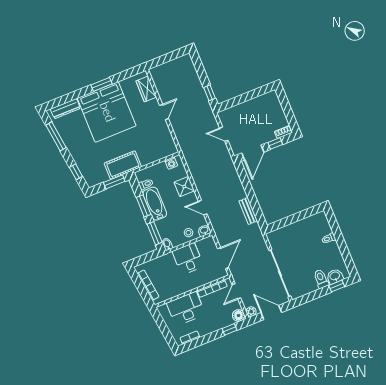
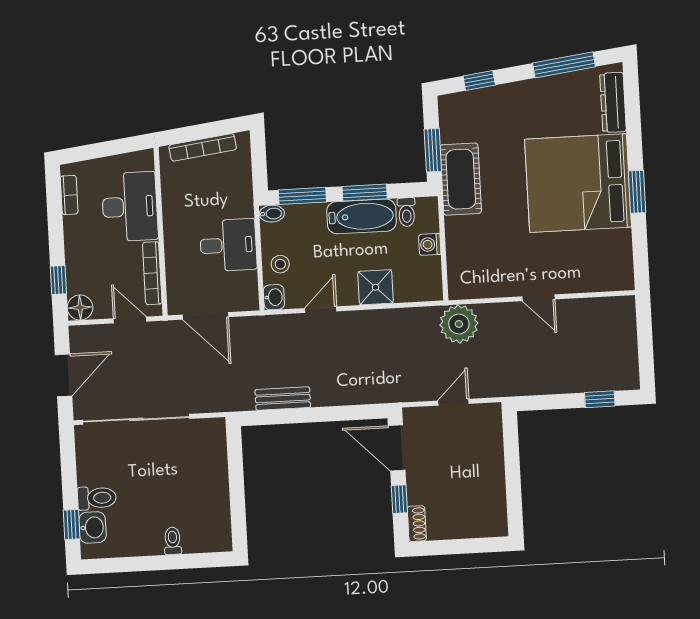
wardrobe: (146, 89) -> (597, 278), removed
window: (209, 93) -> (600, 399), moved
washing machine: (171, 163) -> (430, 244), moved
plant: (251, 312) -> (459, 324), moved, width x1.87, depth x1.87

